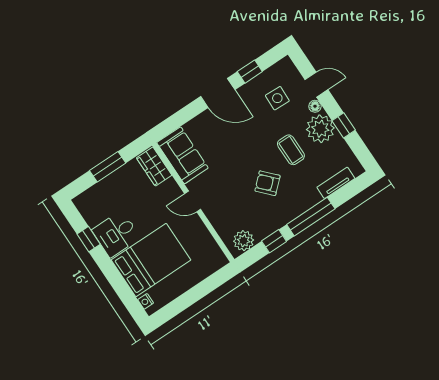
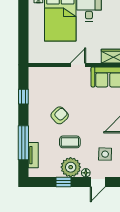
window: (311, 217) -> (23, 143), moved
plant: (244, 241) -> (36, 79), removed

